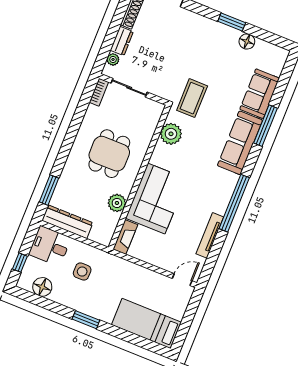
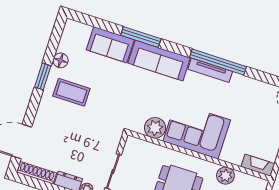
coffee table: (192, 98) -> (71, 92), moved
corner sofa: (156, 199) -> (197, 131), moved
tv unit: (210, 235) -> (210, 70), moved

